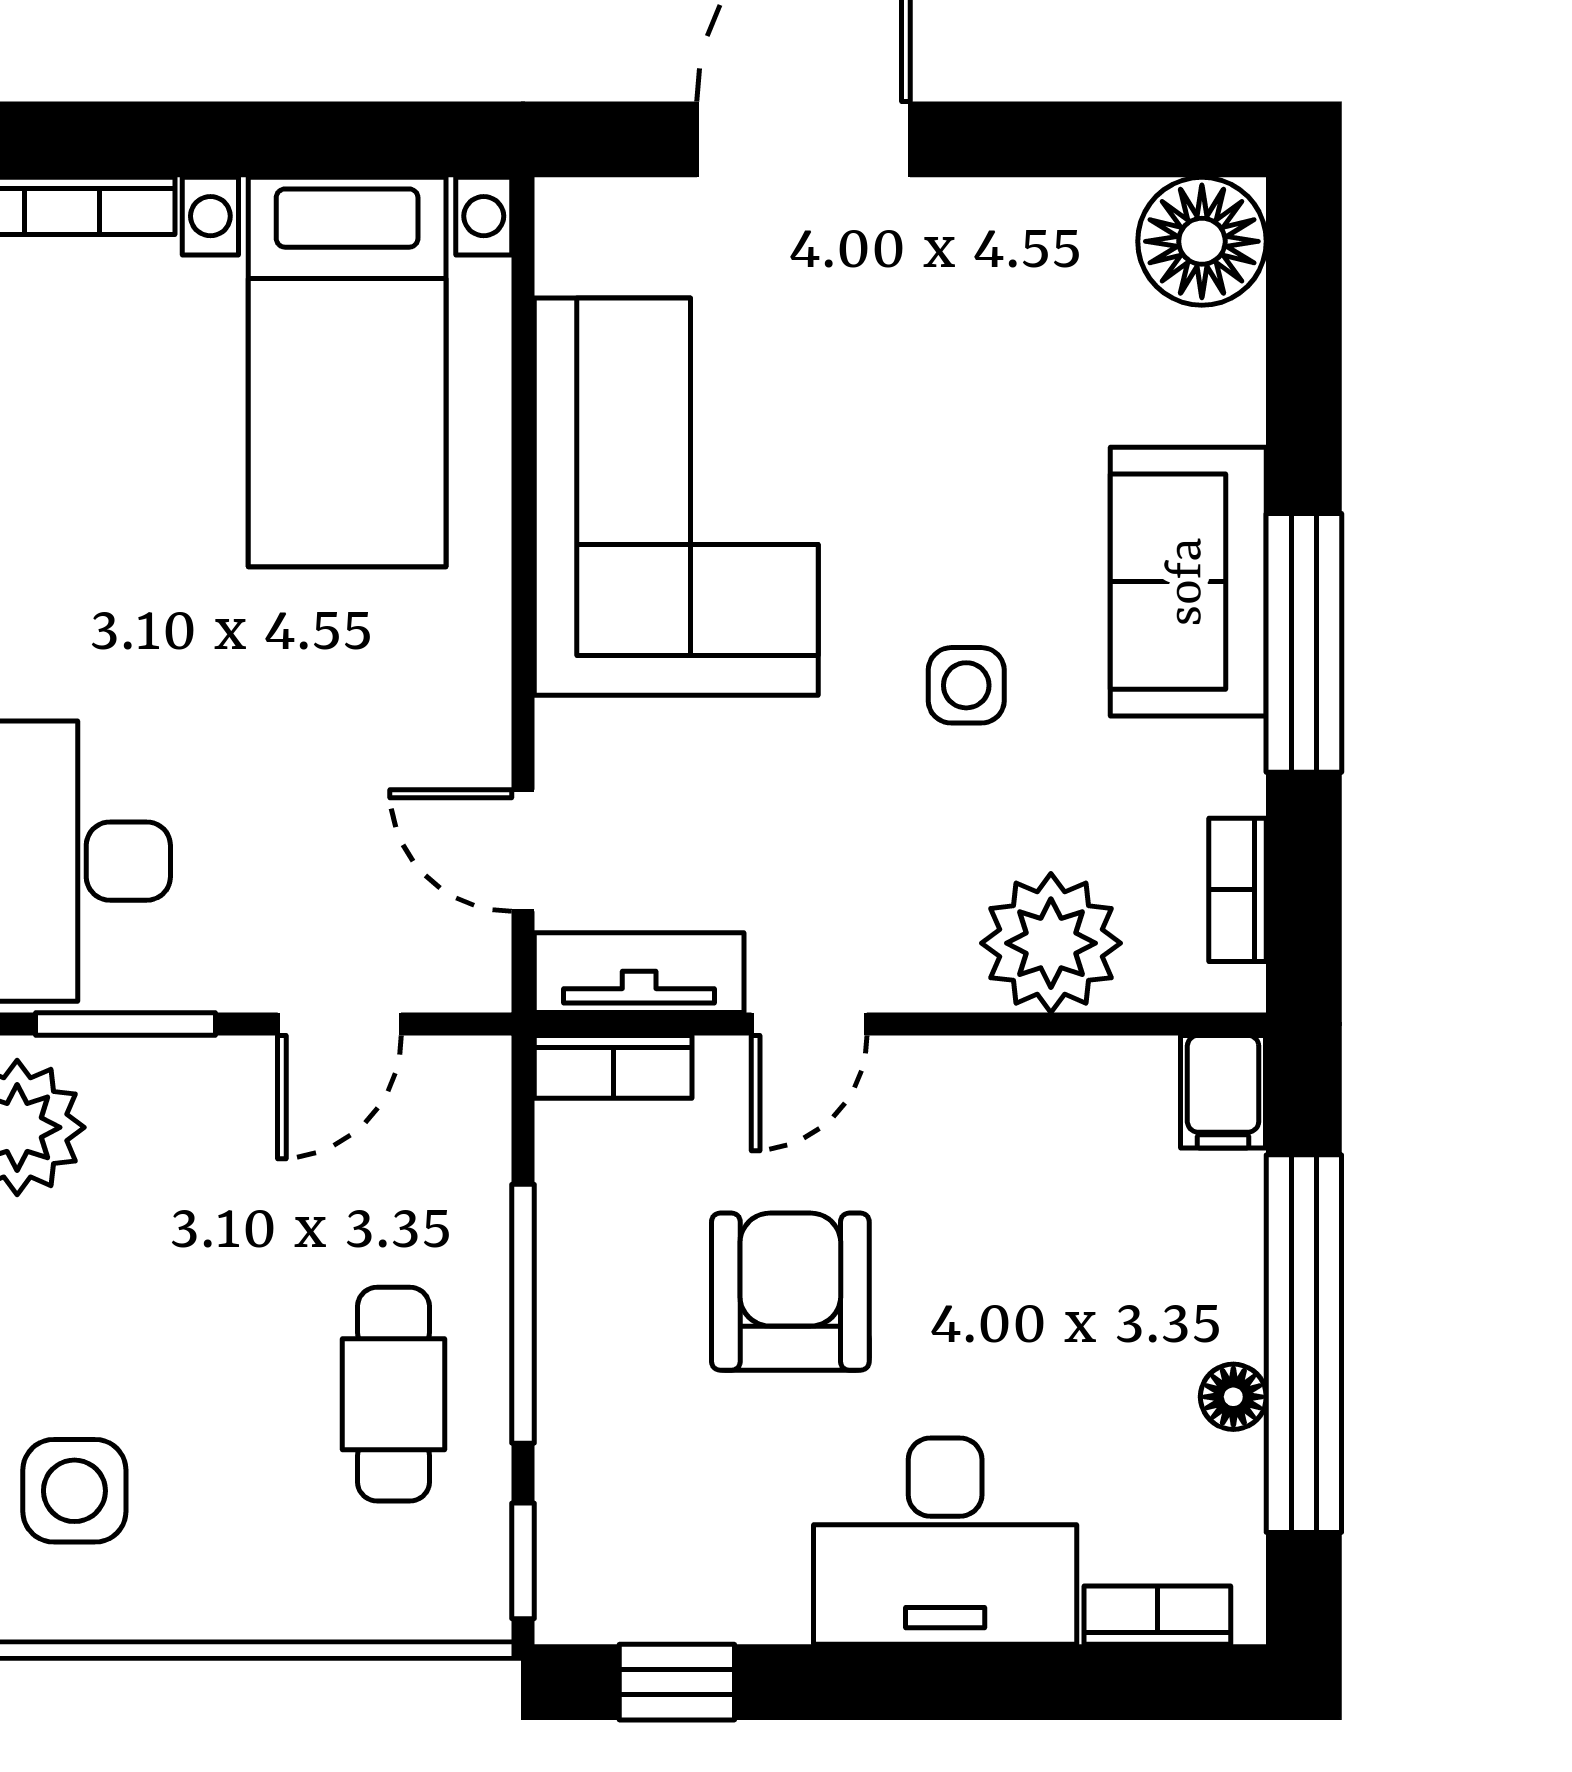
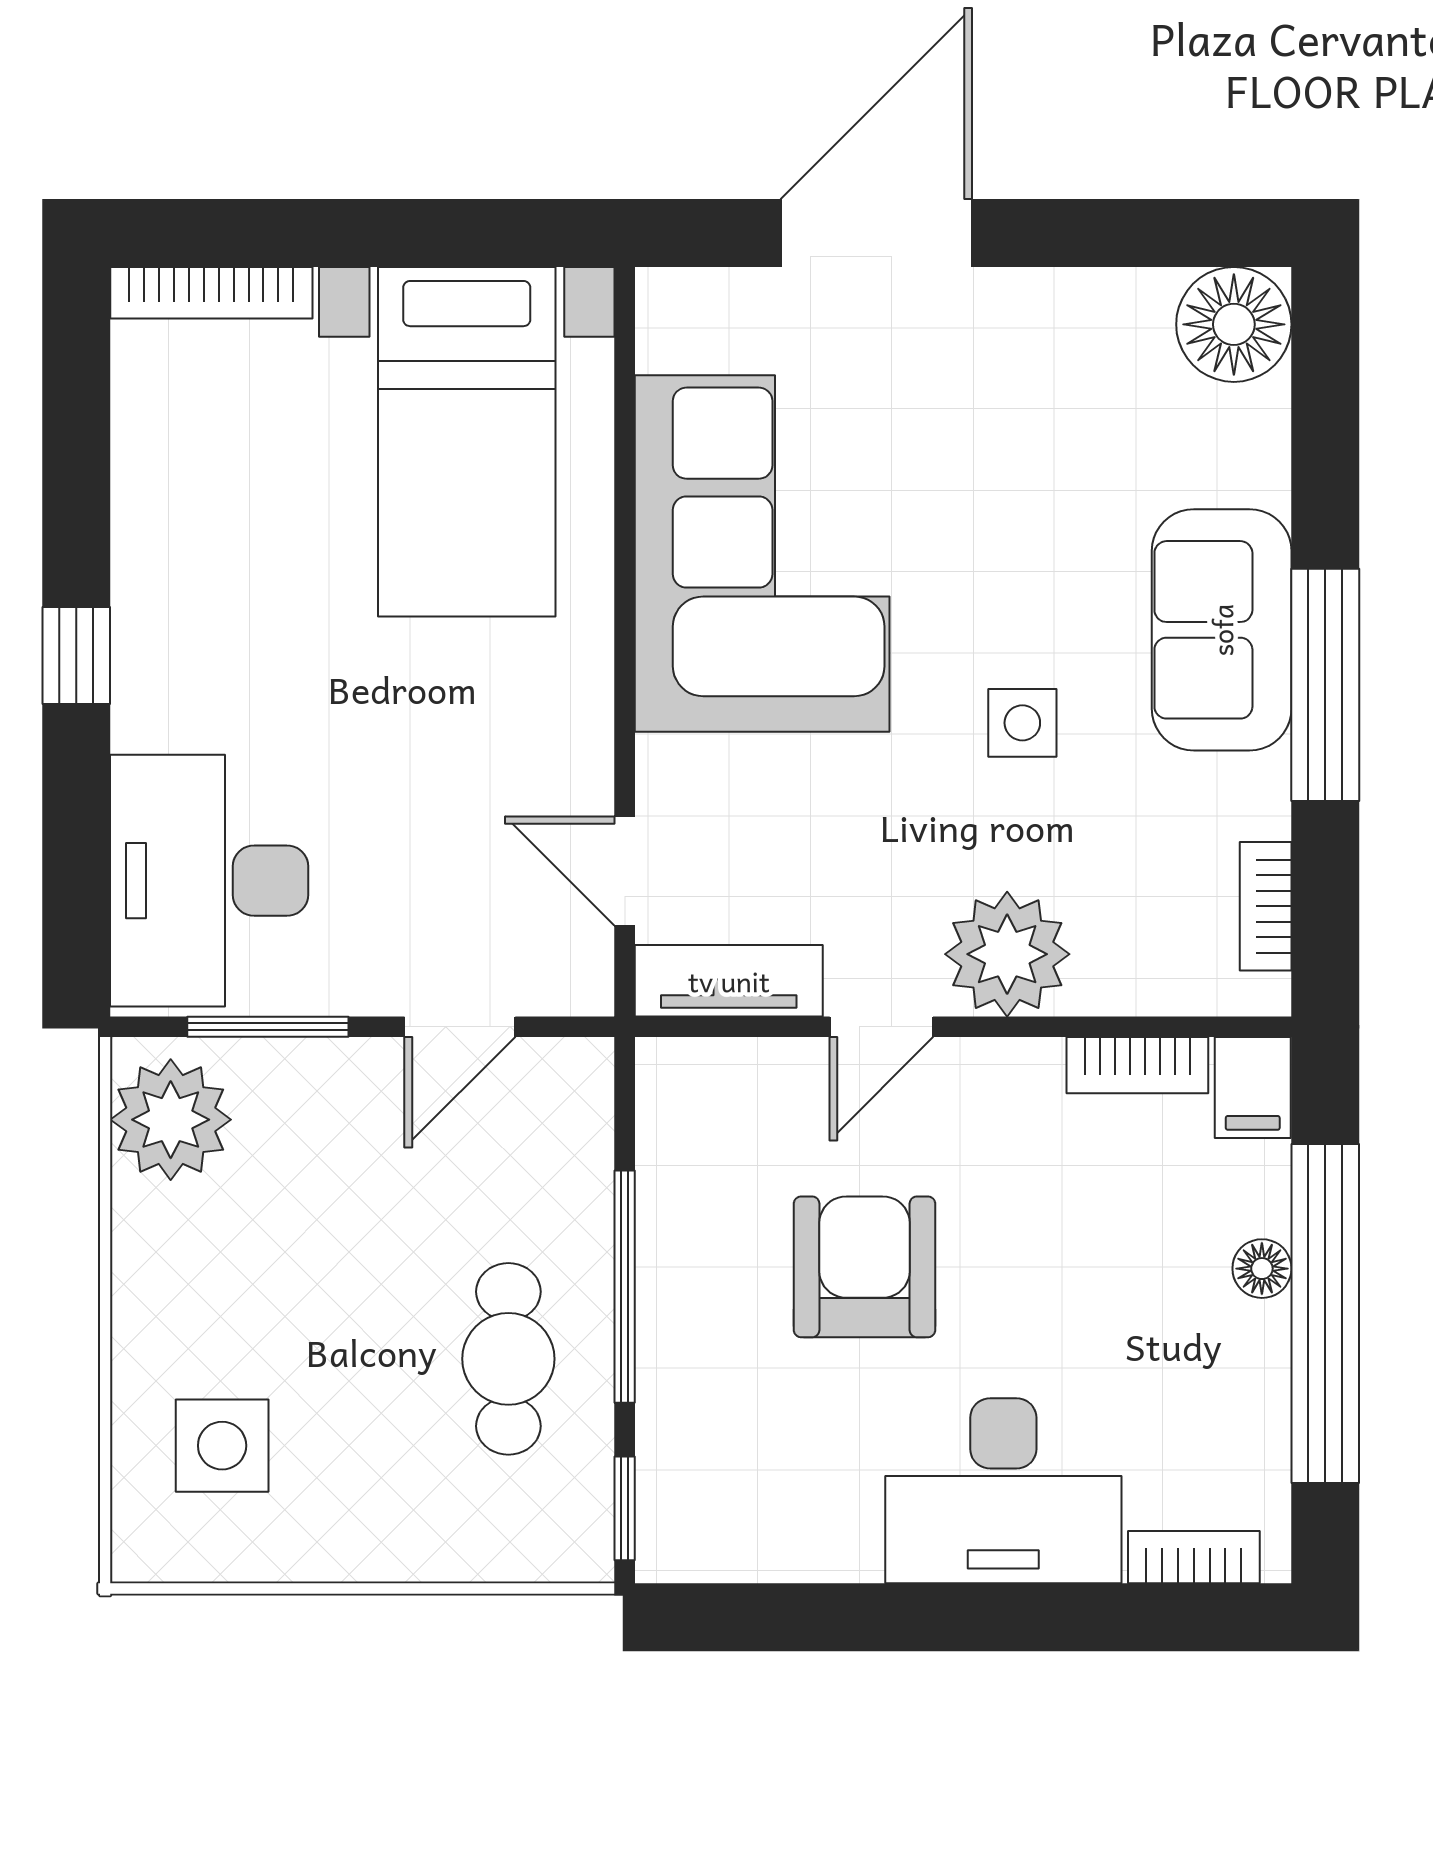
plant: (1051, 943) -> (1007, 954), moved
bookcase: (613, 1067) -> (1137, 1065), moved
floor lamp: (1233, 1397) -> (1262, 1269), moved
window: (677, 1682) -> (763, 1617), removed

